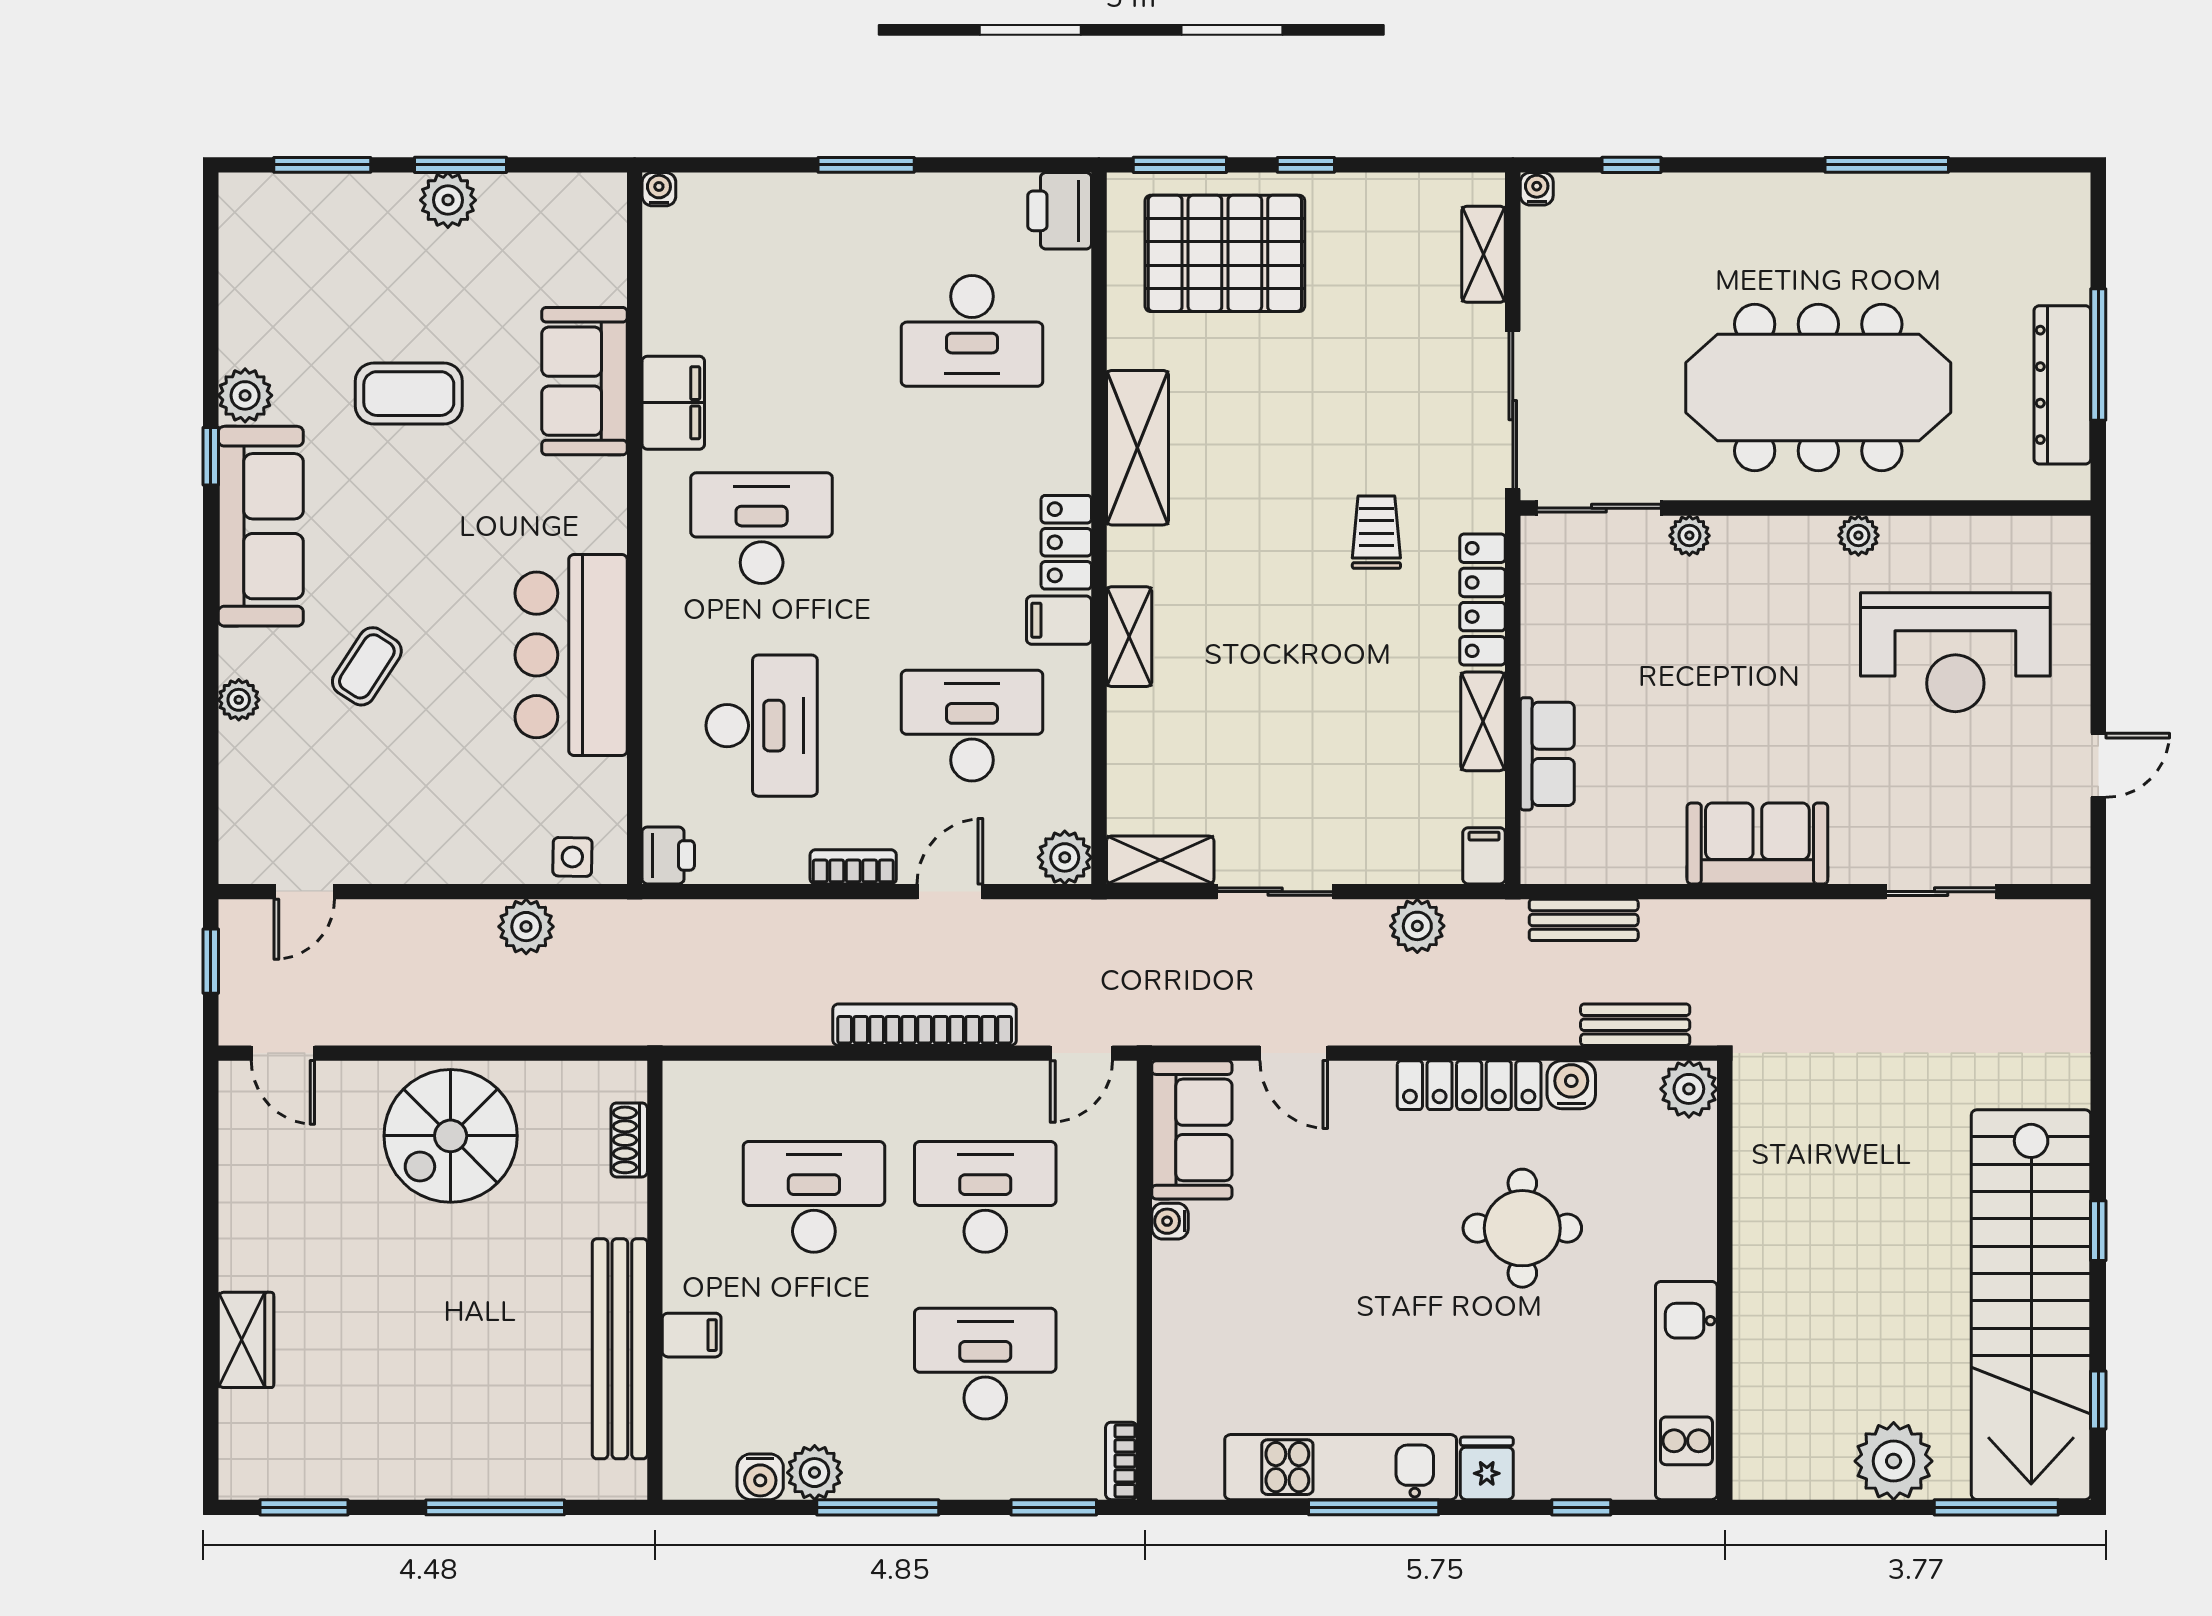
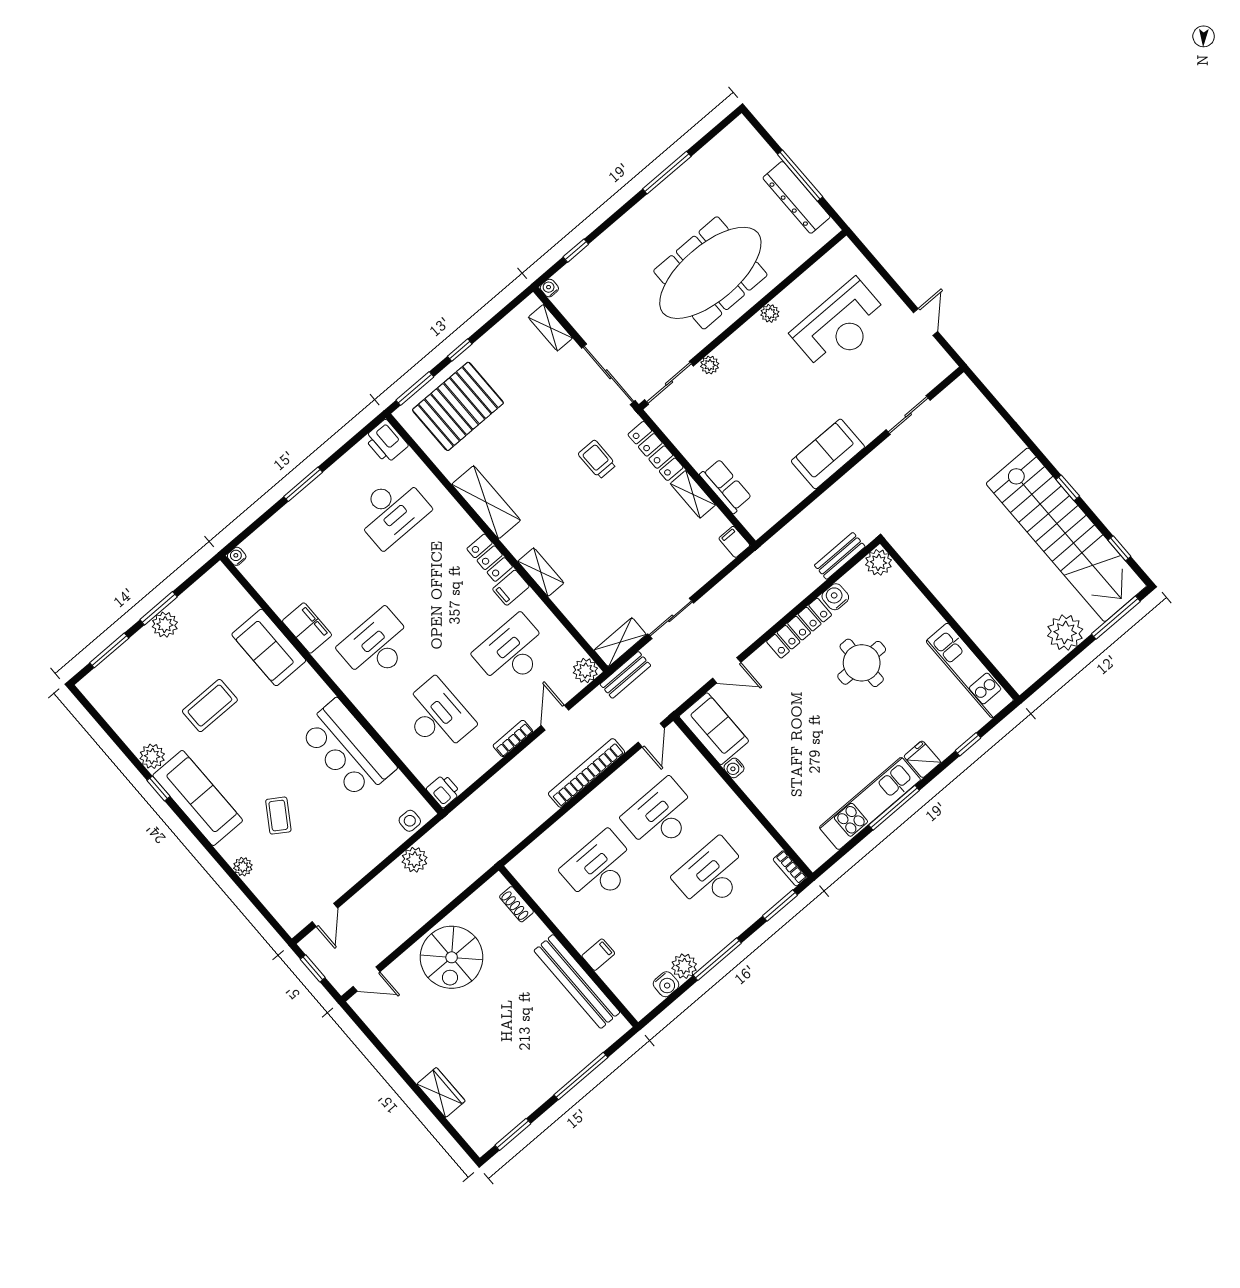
bench: (1584, 920) -> (625, 675), moved
plant: (1417, 926) -> (732, 587), removed

